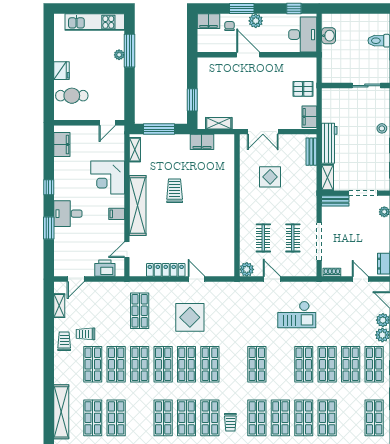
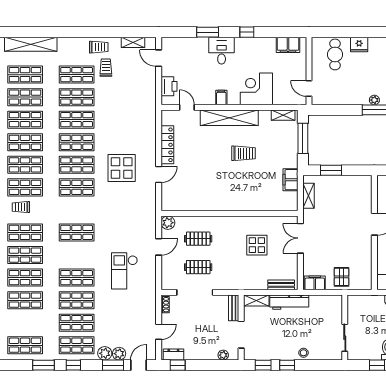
shop shelf: (140, 311) -> (25, 120), moved

